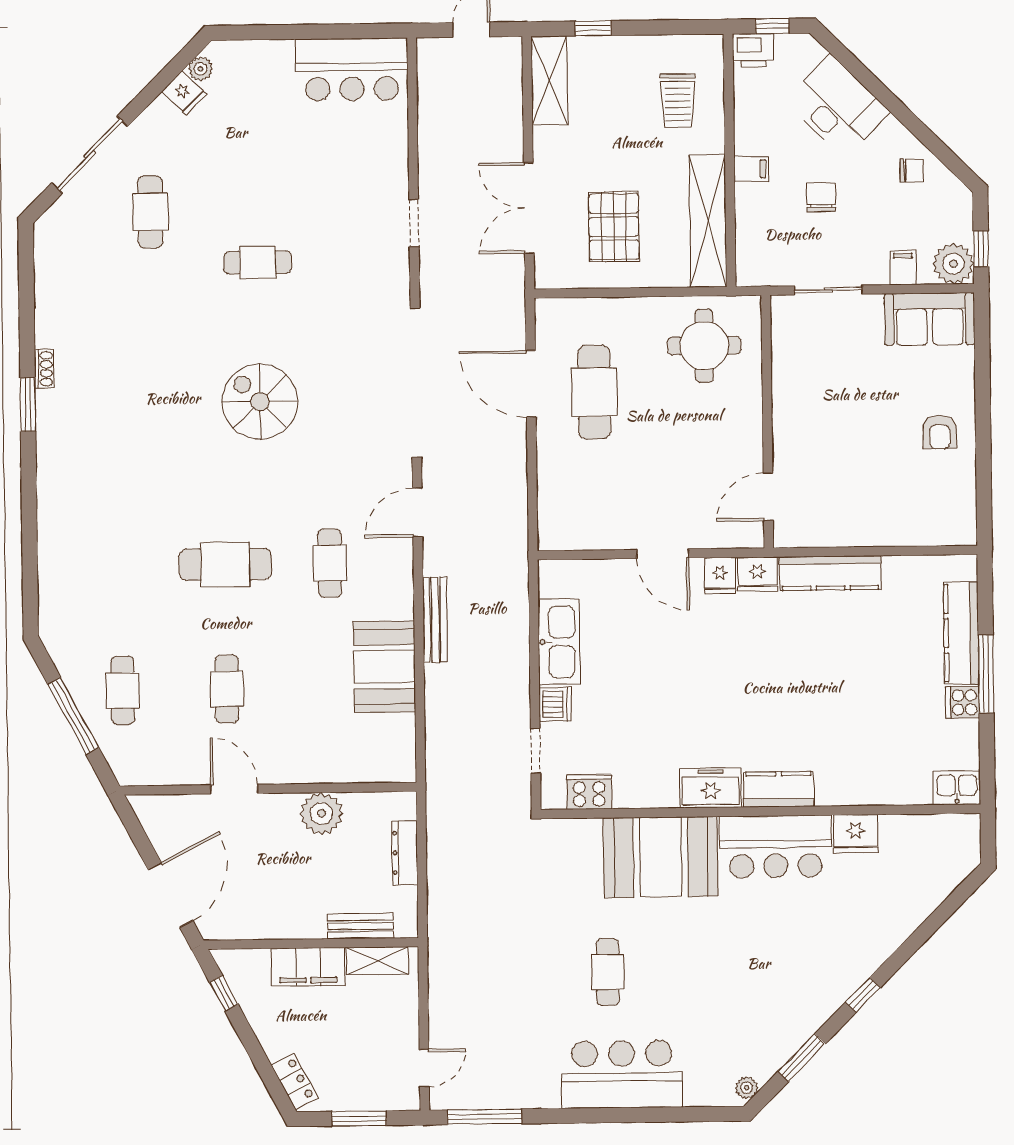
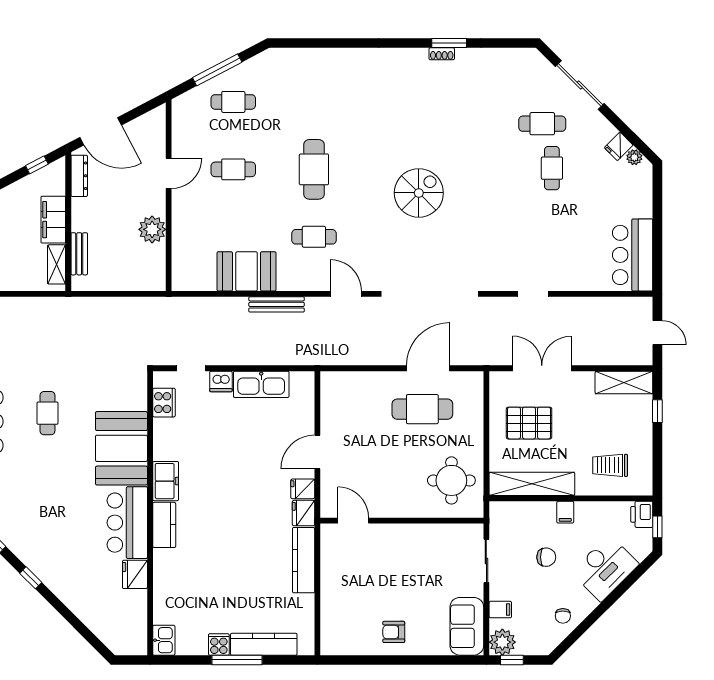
cafe table: (258, 263) -> (552, 168), moved
window: (28, 404) -> (449, 43), moved
dresser: (405, 853) -> (79, 176), moved, turned 90
cafe table: (608, 972) -> (47, 413), turned 90

